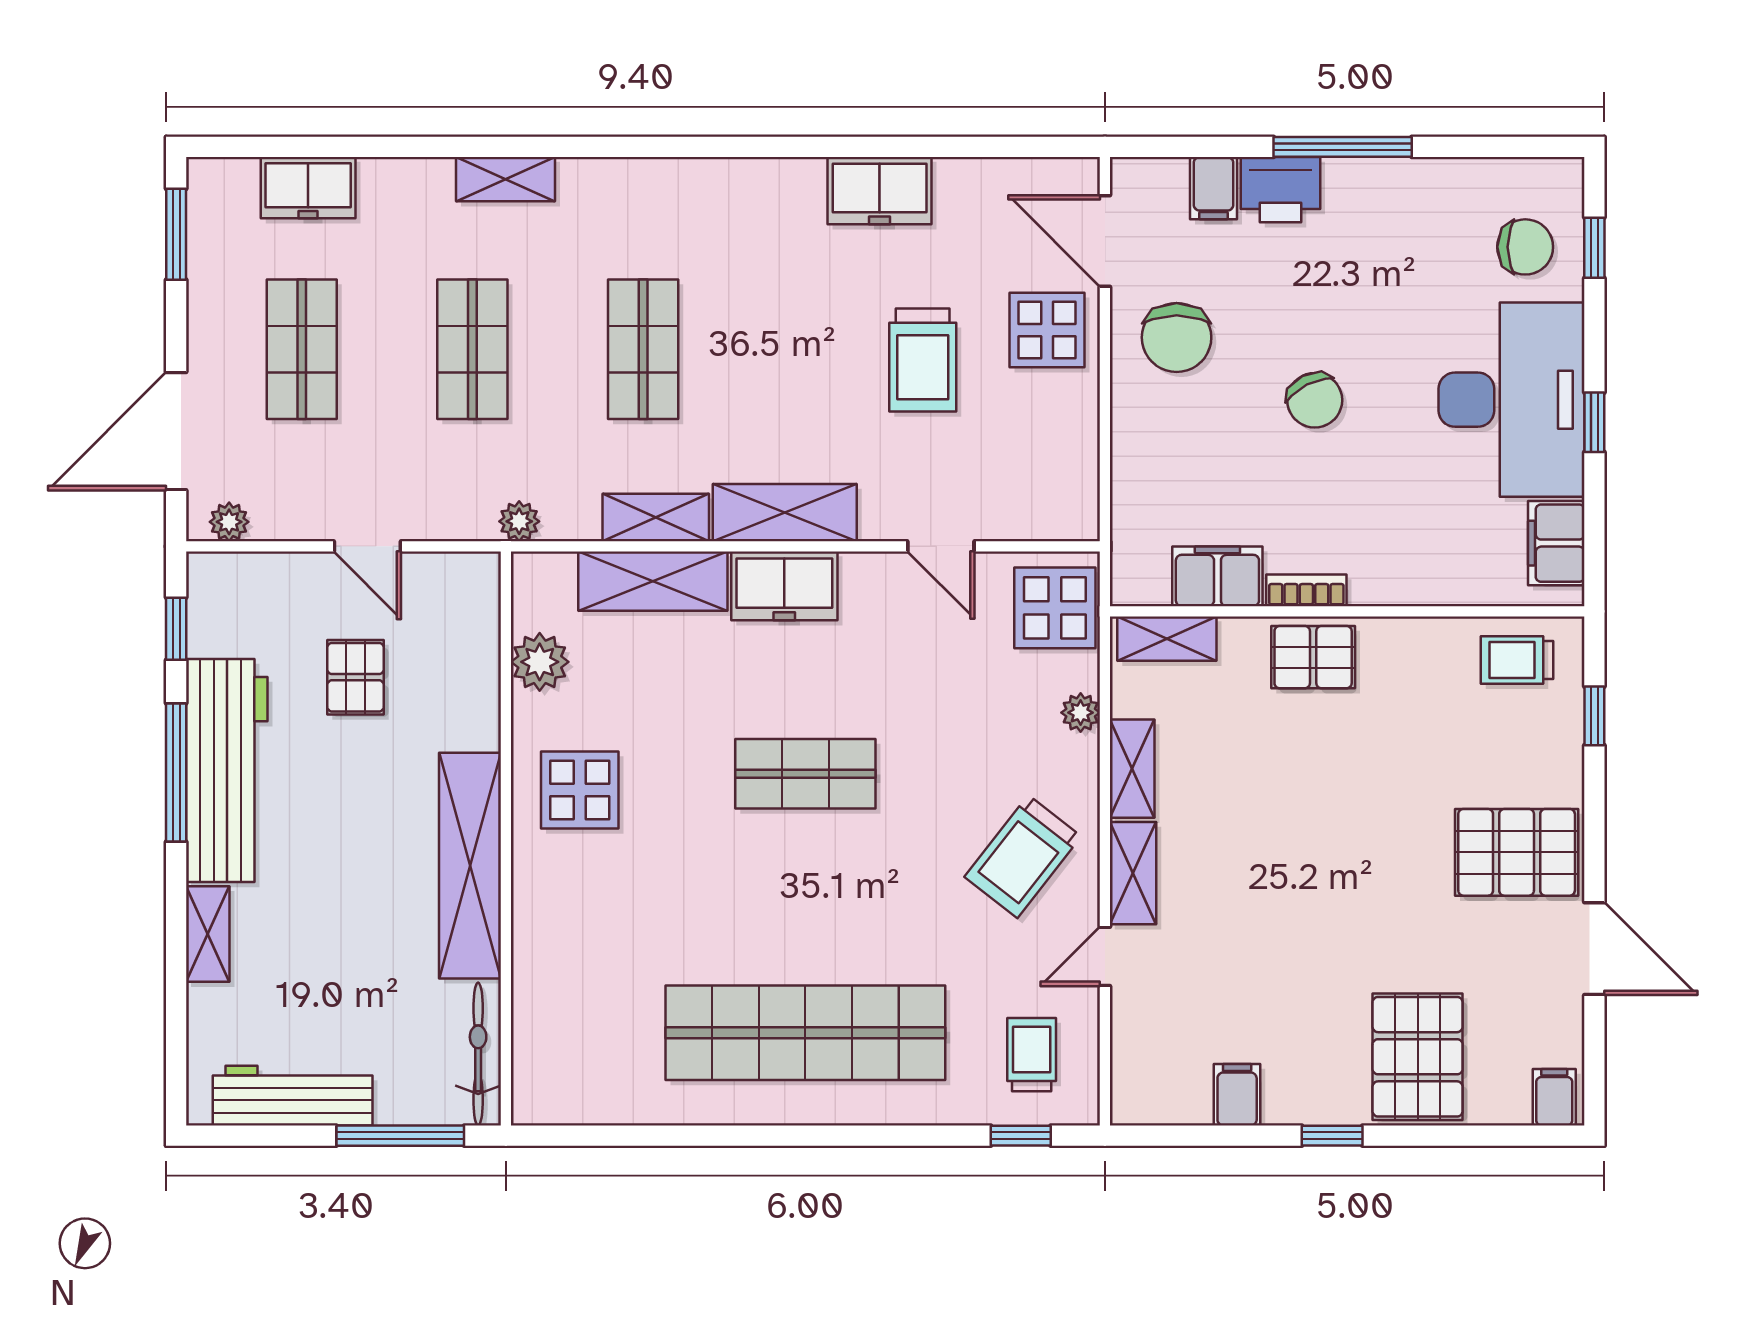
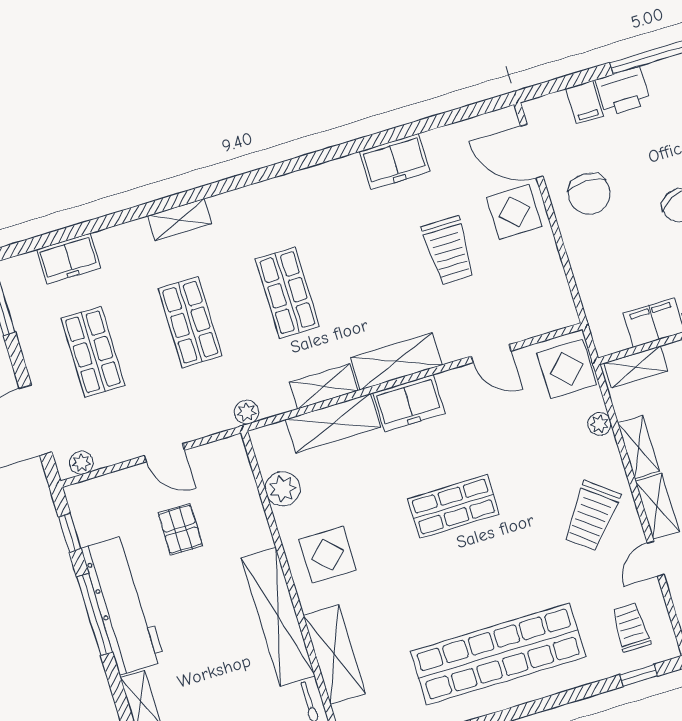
shelving: (542, 954) -> (334, 655), added

